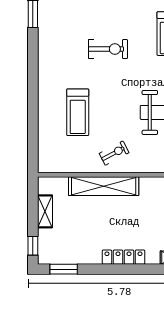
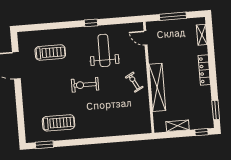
exercise bike: (108, 49) -> (85, 85), moved, turned -90
treadmill: (78, 112) -> (59, 123), moved

